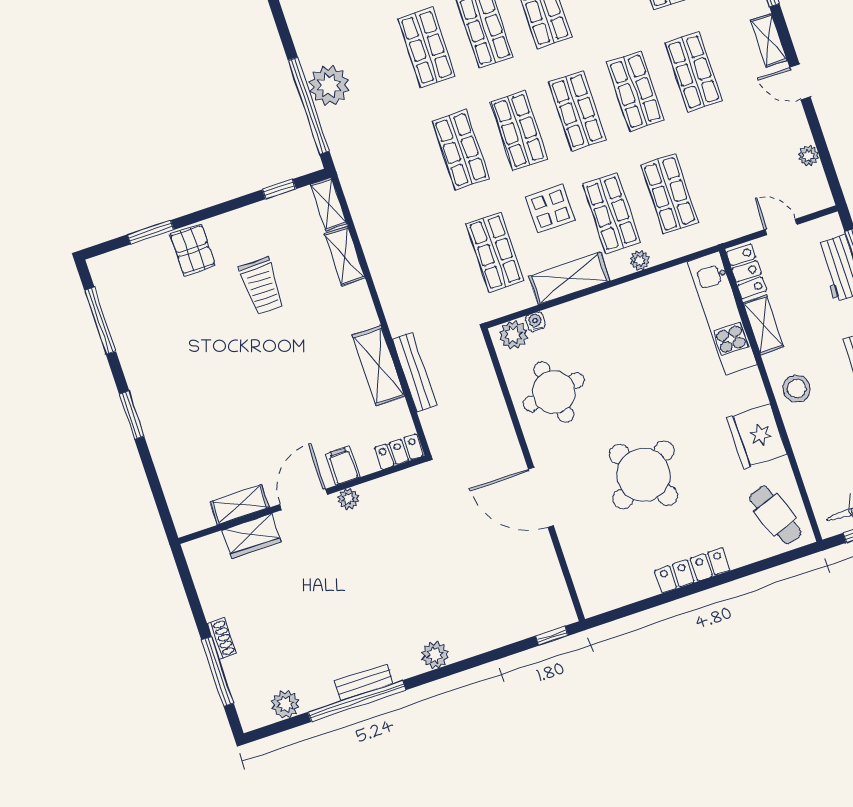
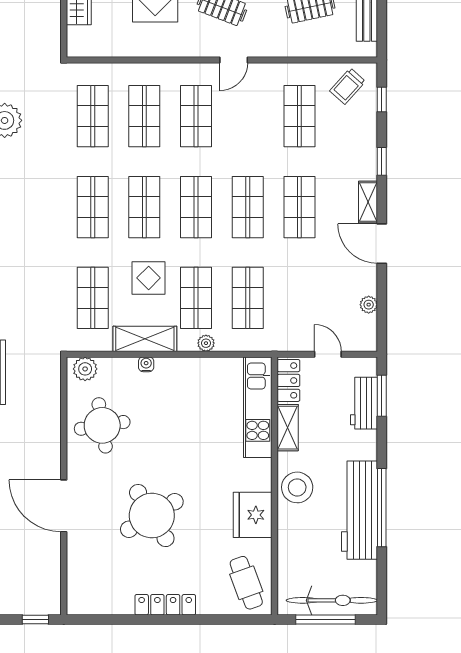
door: (800, 82) -> (382, 244), width x1.38
water cooler: (535, 322) -> (146, 364), moved
stool: (797, 388) -> (297, 487), width x1.38, depth x1.38

